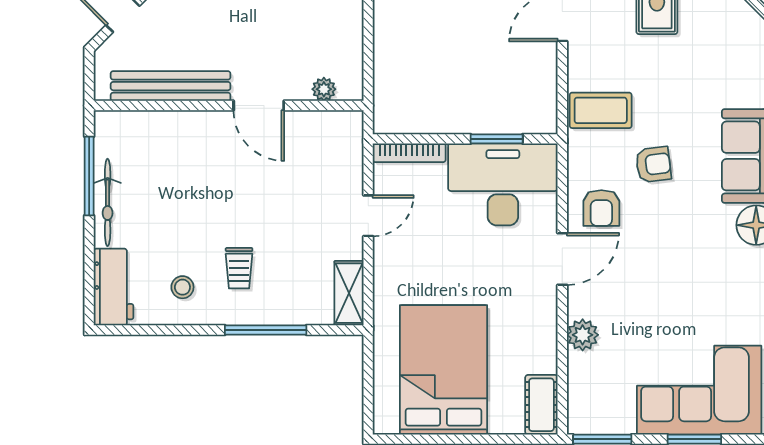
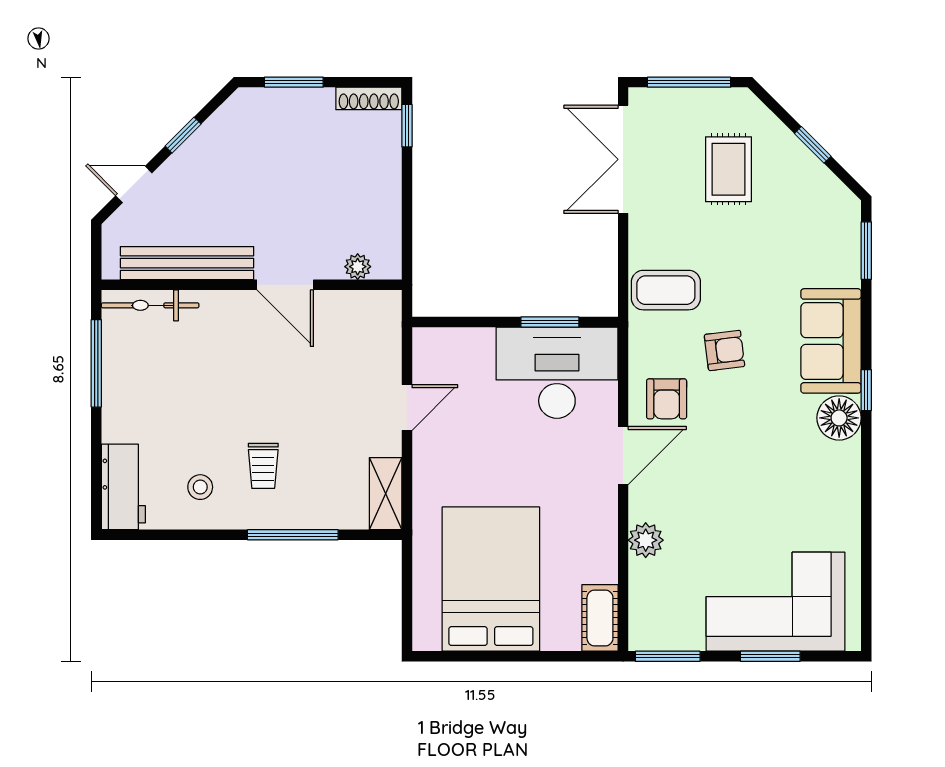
bookcase: (409, 153) -> (453, 337), removed
bicycle: (108, 202) -> (150, 305), moved, turned 90

